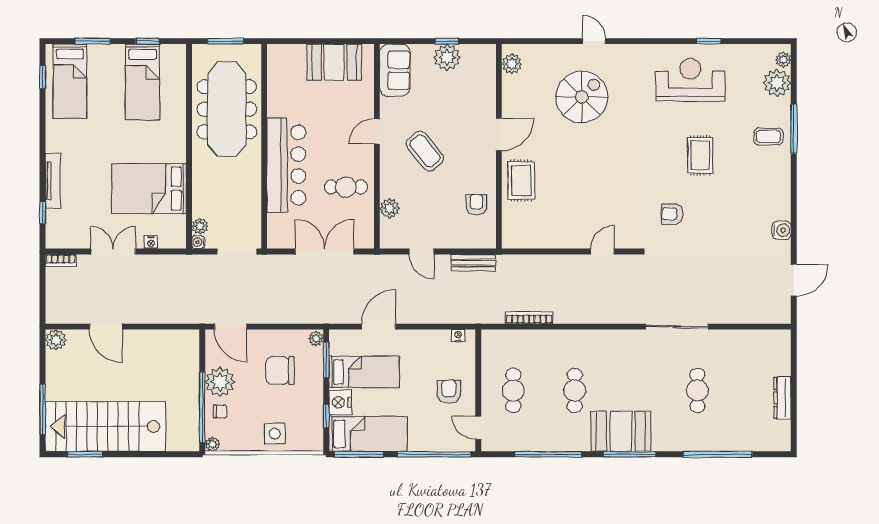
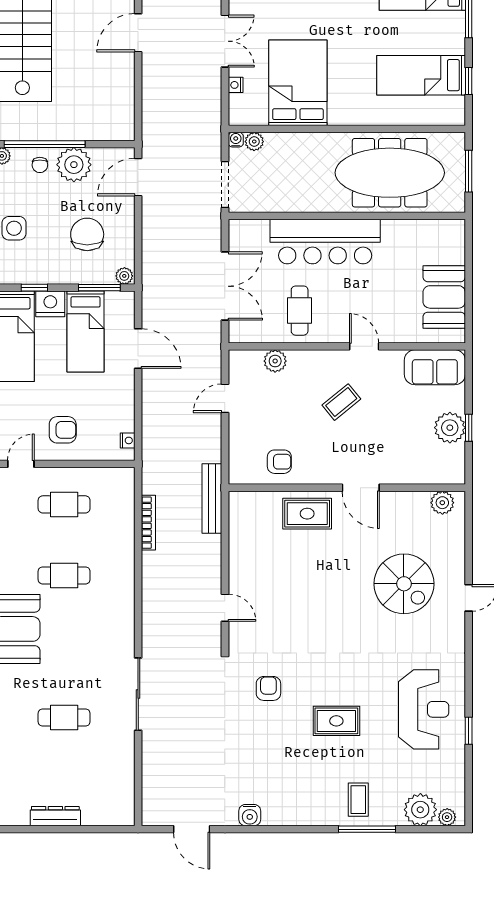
coffee table: (425, 151) -> (341, 402), width x0.73, depth x0.77
bench: (473, 263) -> (212, 498), moved, width x1.36

